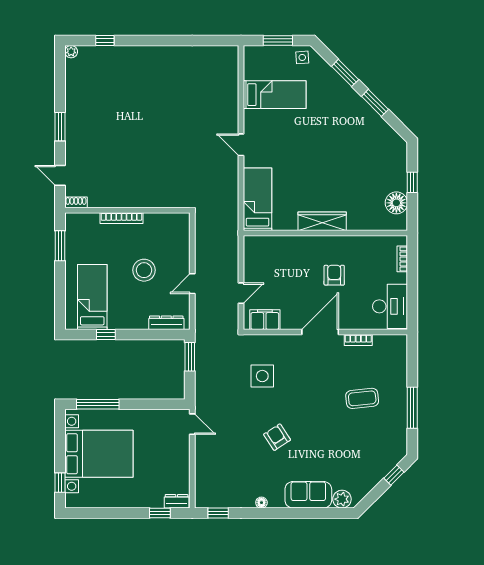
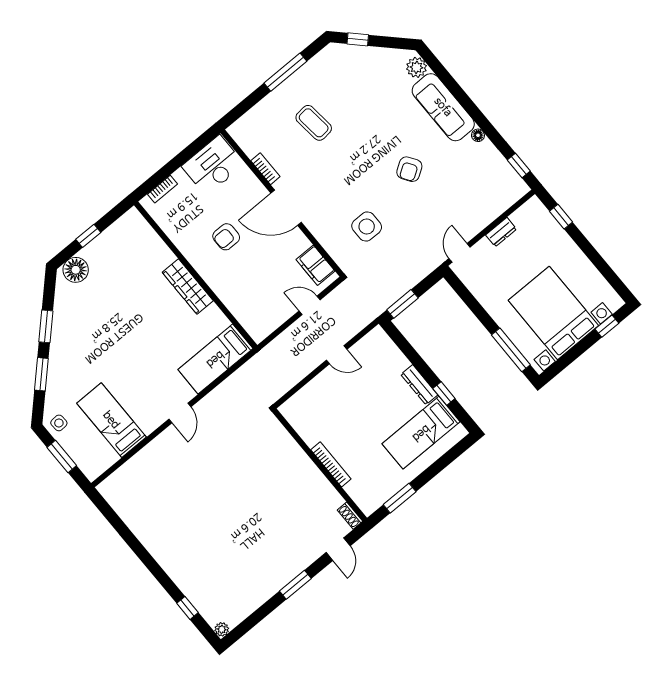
floor lamp: (396, 203) -> (76, 270), moved
stool: (144, 270) -> (360, 407), removed
dresser: (166, 323) -> (419, 385), moved
sofa: (308, 495) -> (443, 107), width x1.36
dresser: (177, 501) -> (501, 232), moved, turned -90

